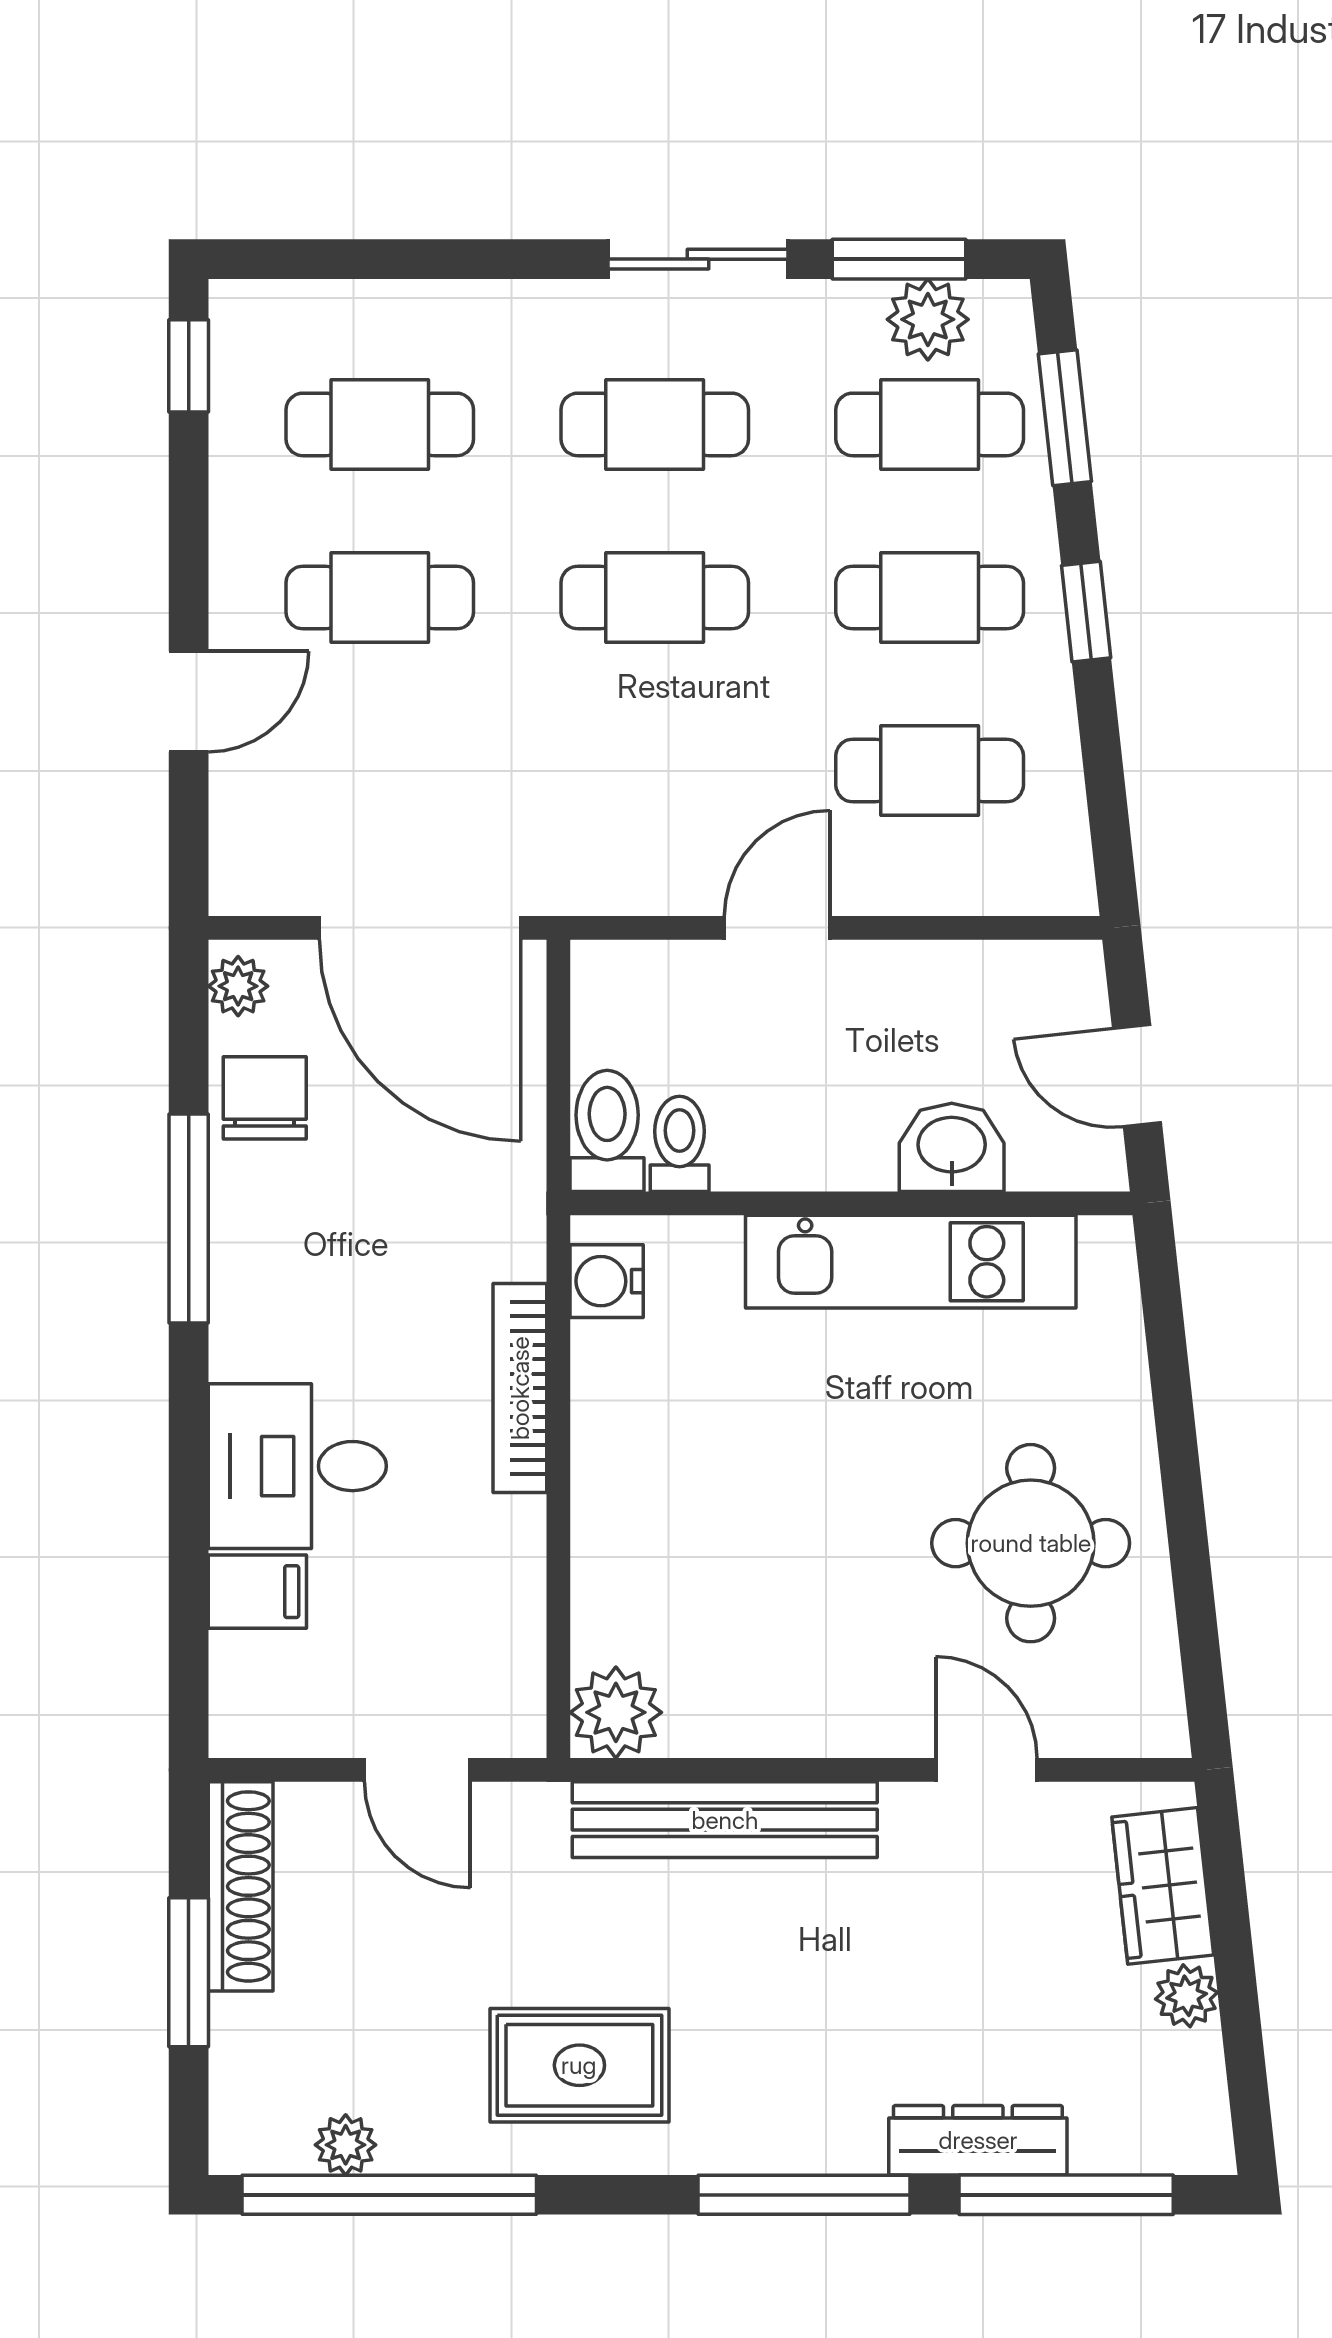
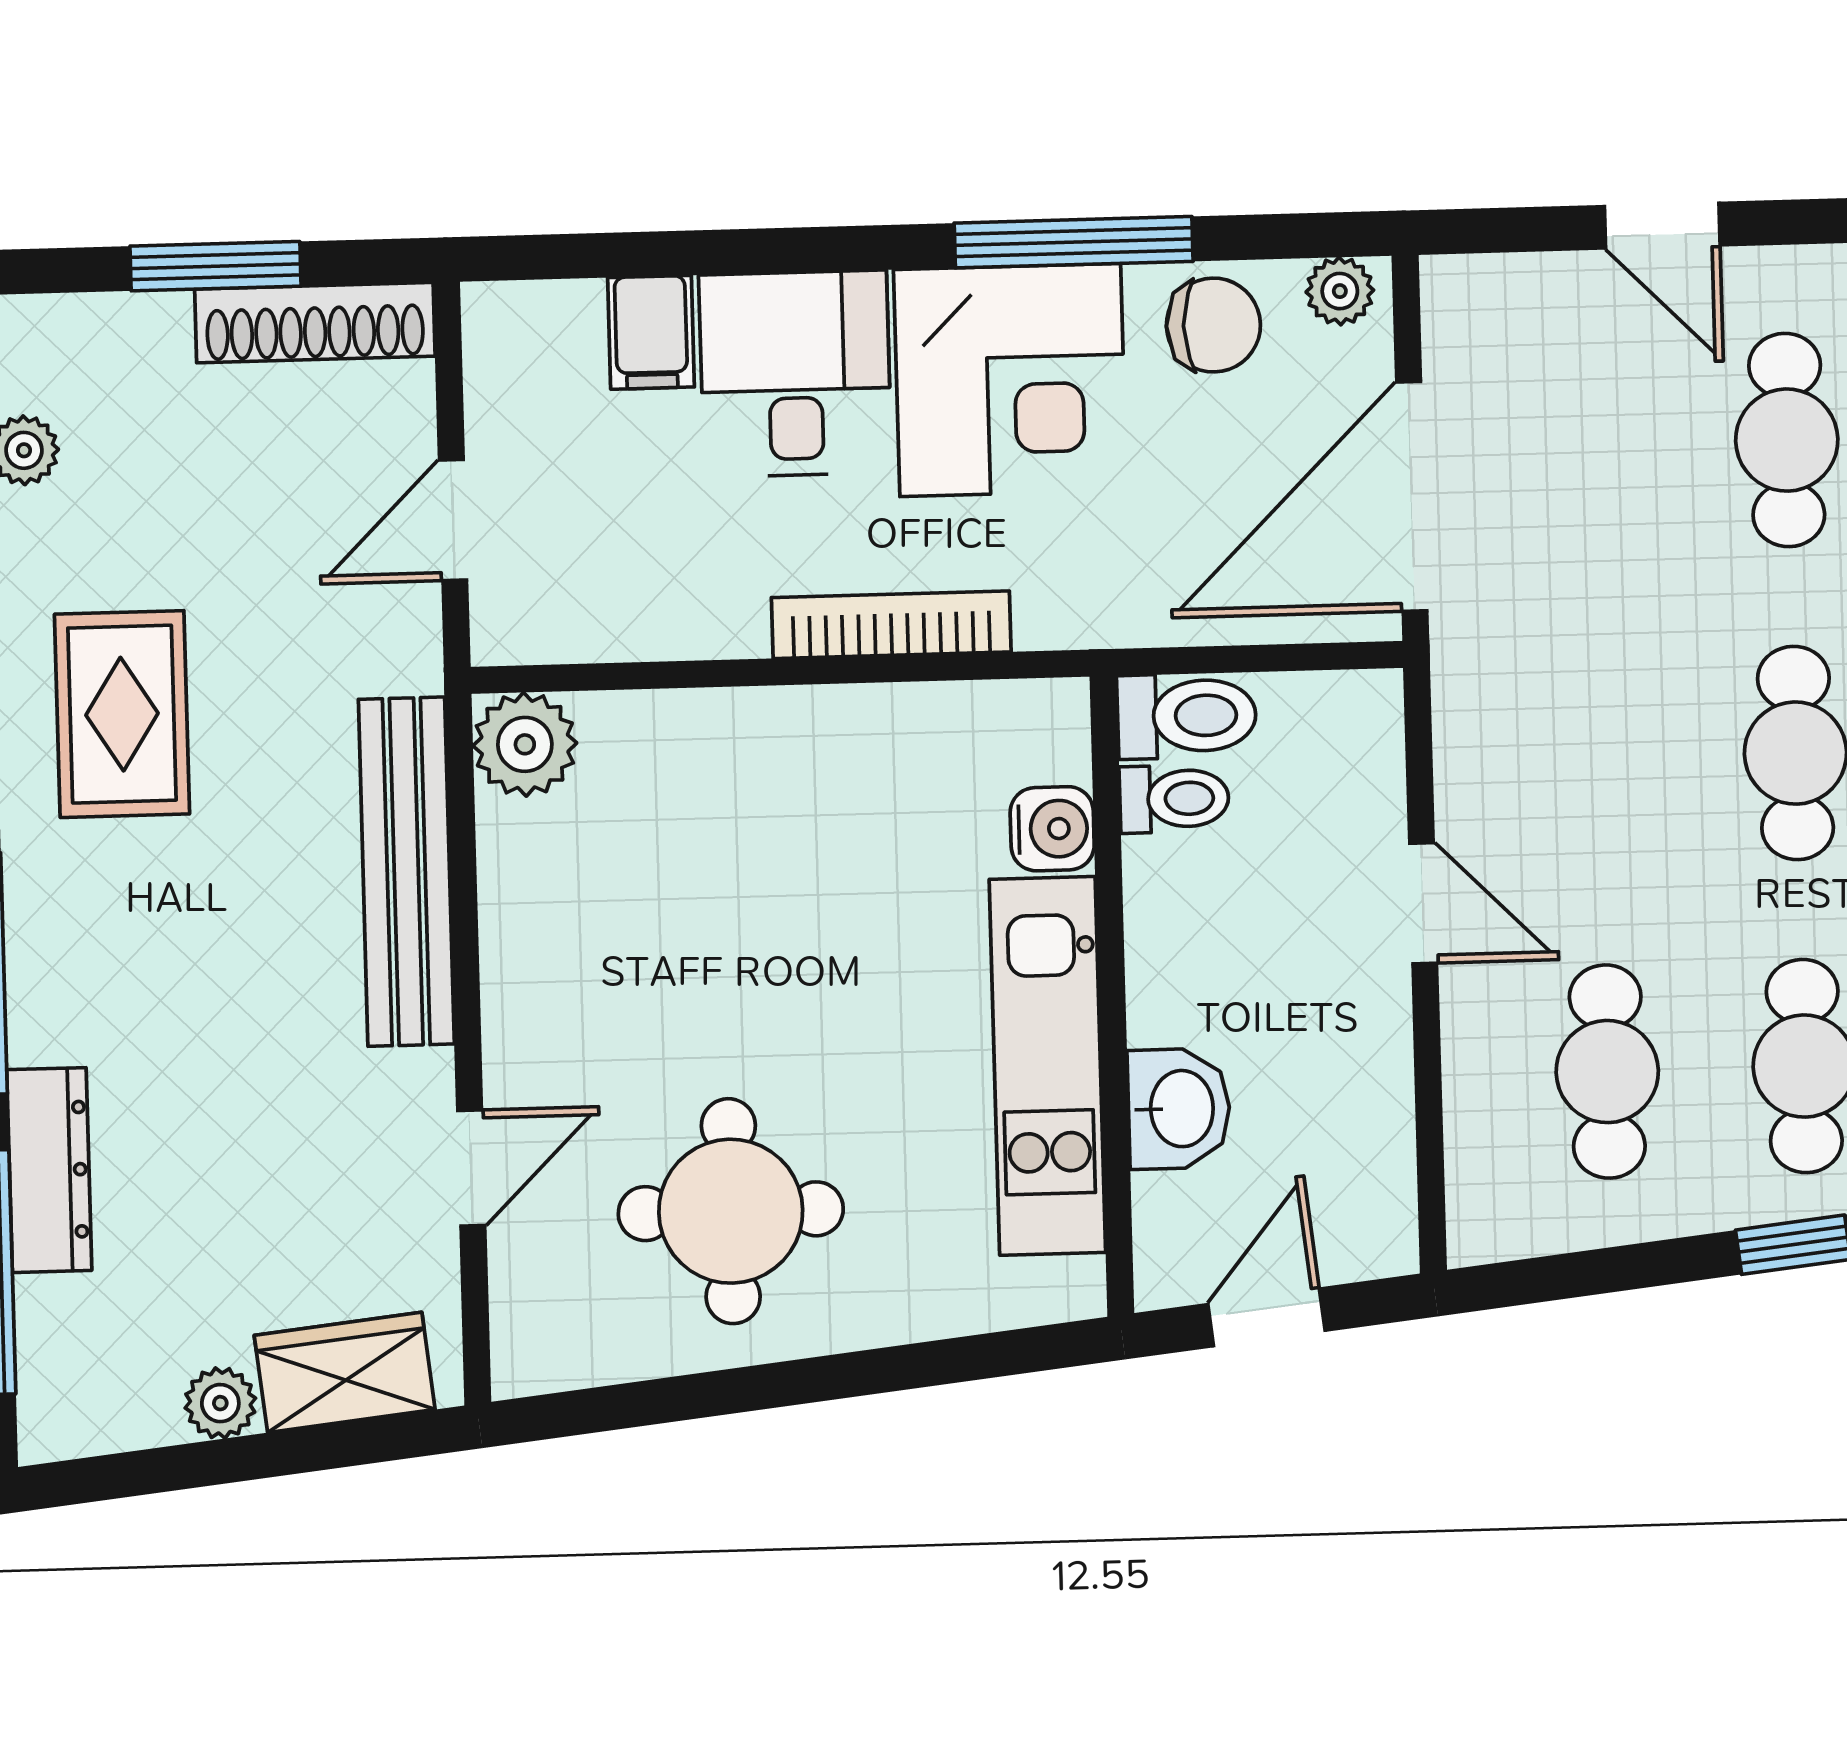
corner desk: (308, 1278) -> (1010, 380), added
water cooler: (607, 1281) -> (1052, 829), moved, turned 90

